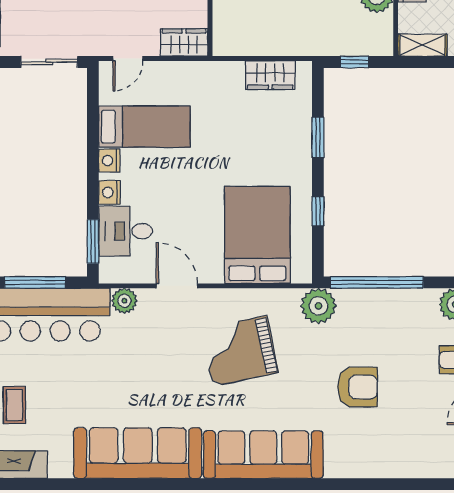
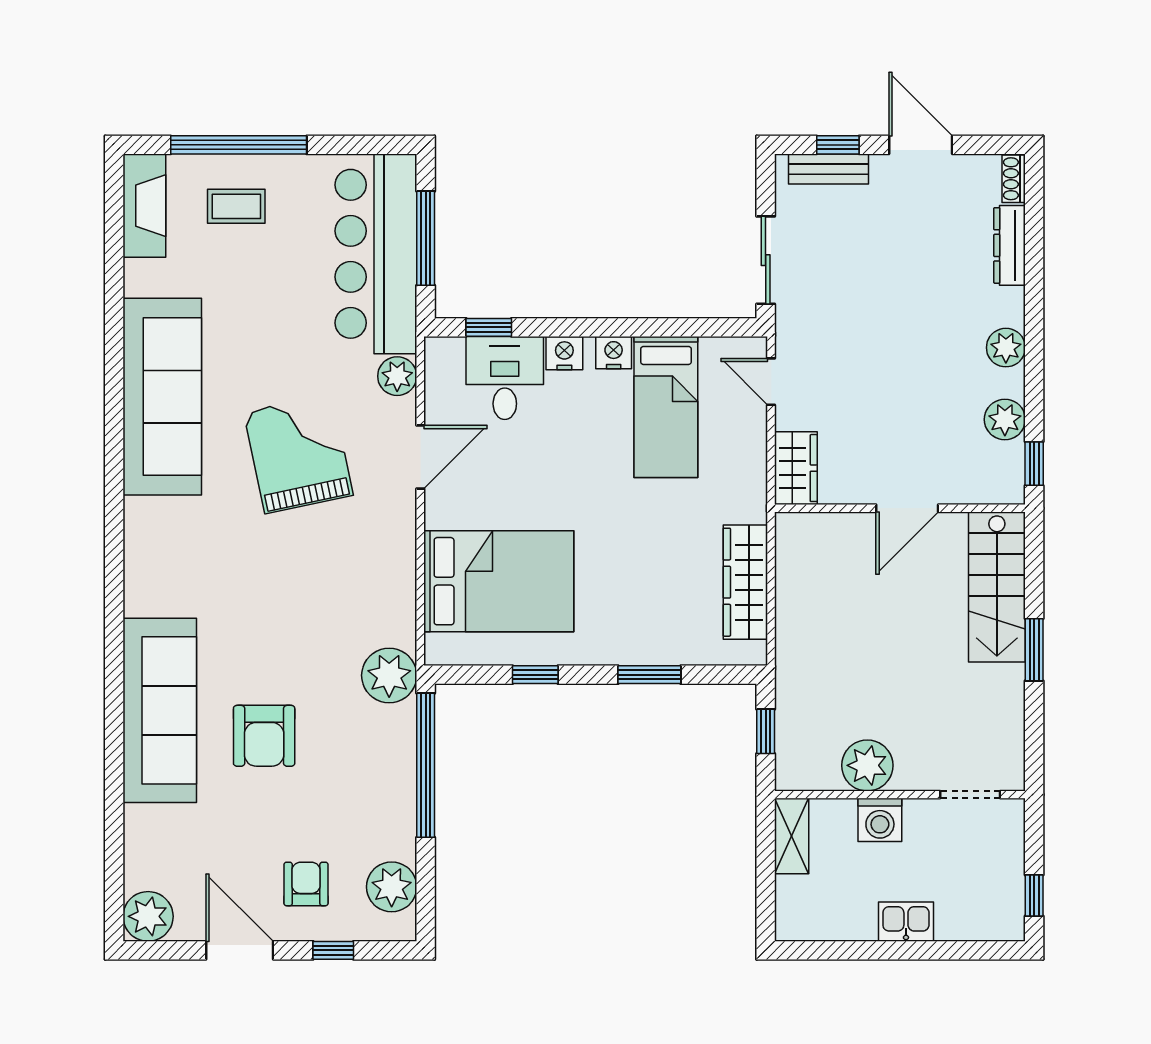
wardrobe: (270, 75) -> (745, 582), width x1.50
window: (93, 241) -> (489, 327), width x0.67
grand piano: (240, 351) -> (298, 454), moved
sofa: (263, 455) -> (160, 710), moved

